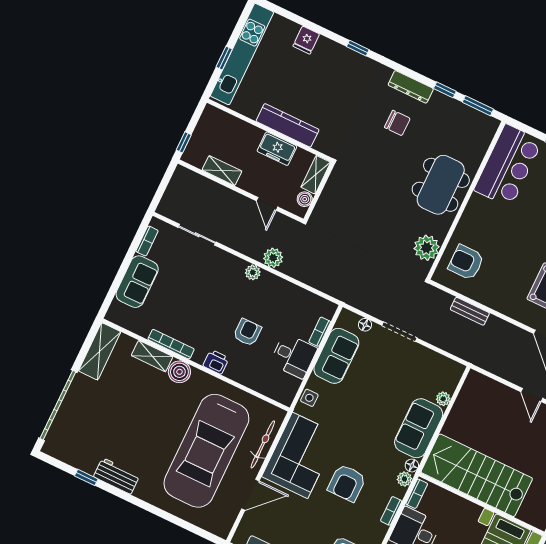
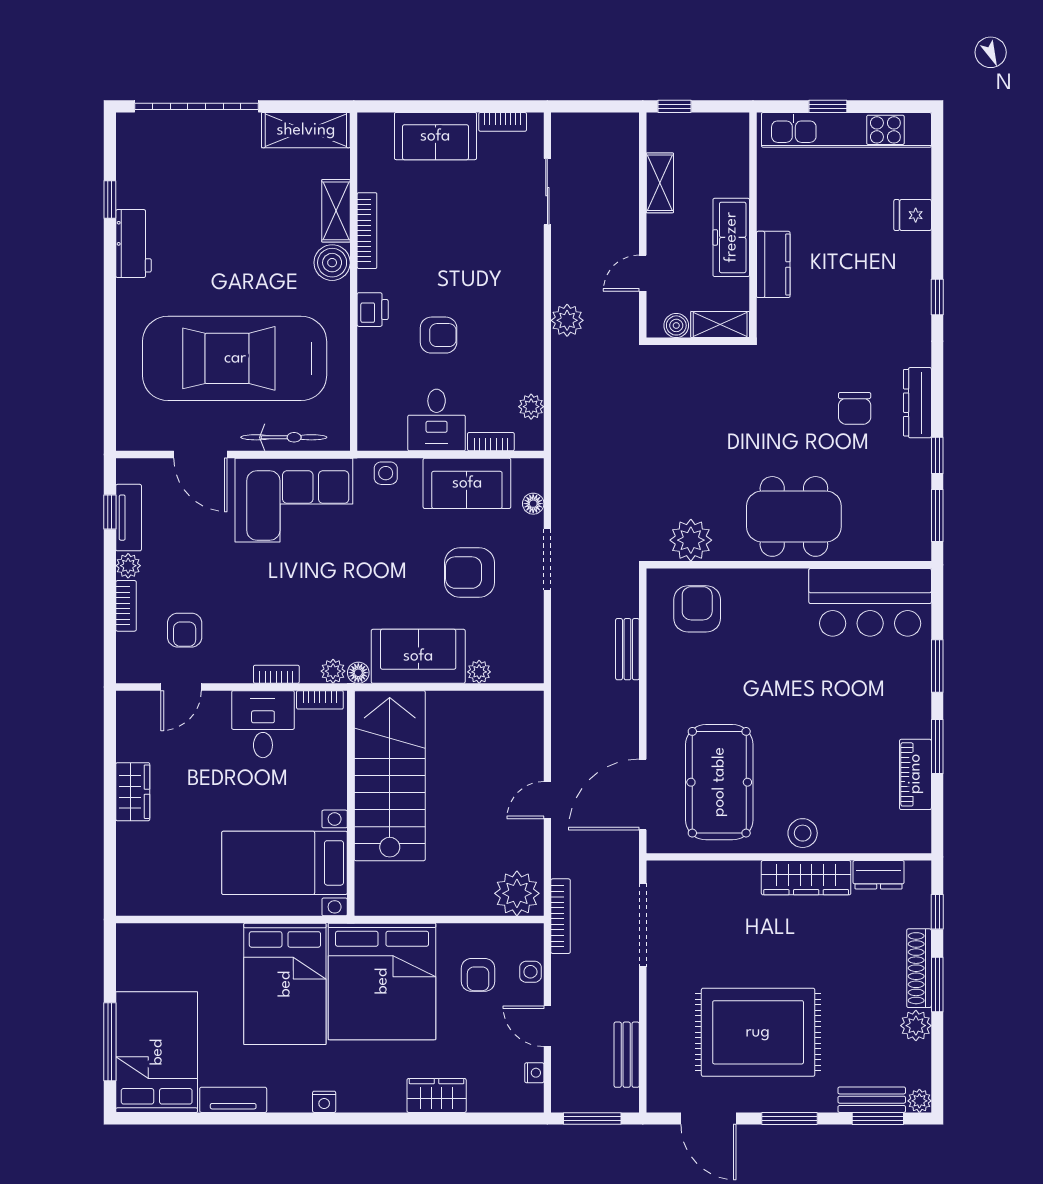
kitchen counter: (288, 125) -> (773, 264), width x0.67
freezer: (277, 149) -> (731, 237), width x1.40
plant: (253, 272) -> (531, 407), moved
armchair: (347, 483) -> (470, 573), moved

